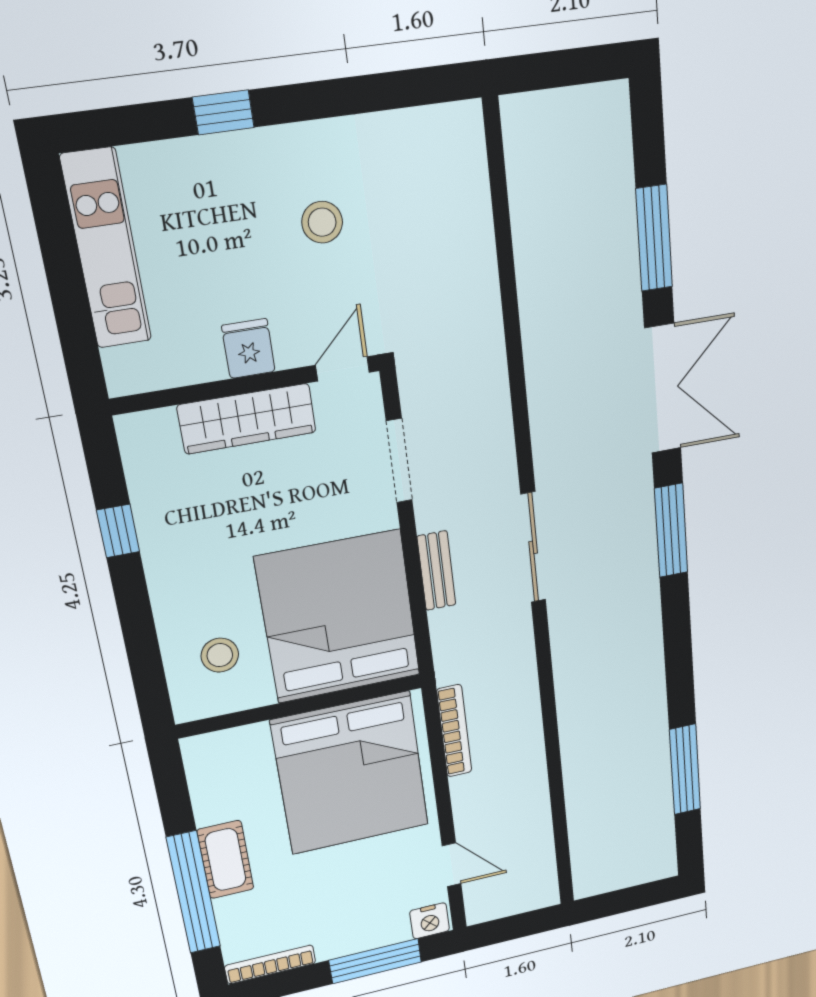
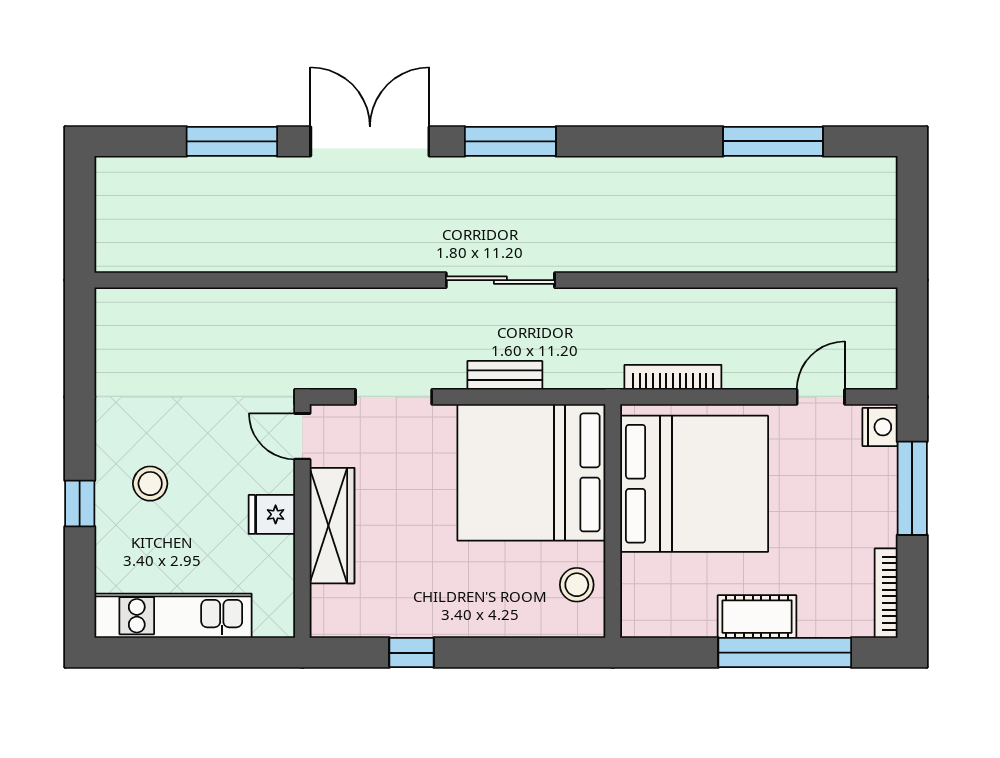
stool: (322, 222) -> (150, 484), moved
stool: (220, 655) -> (577, 585), moved

